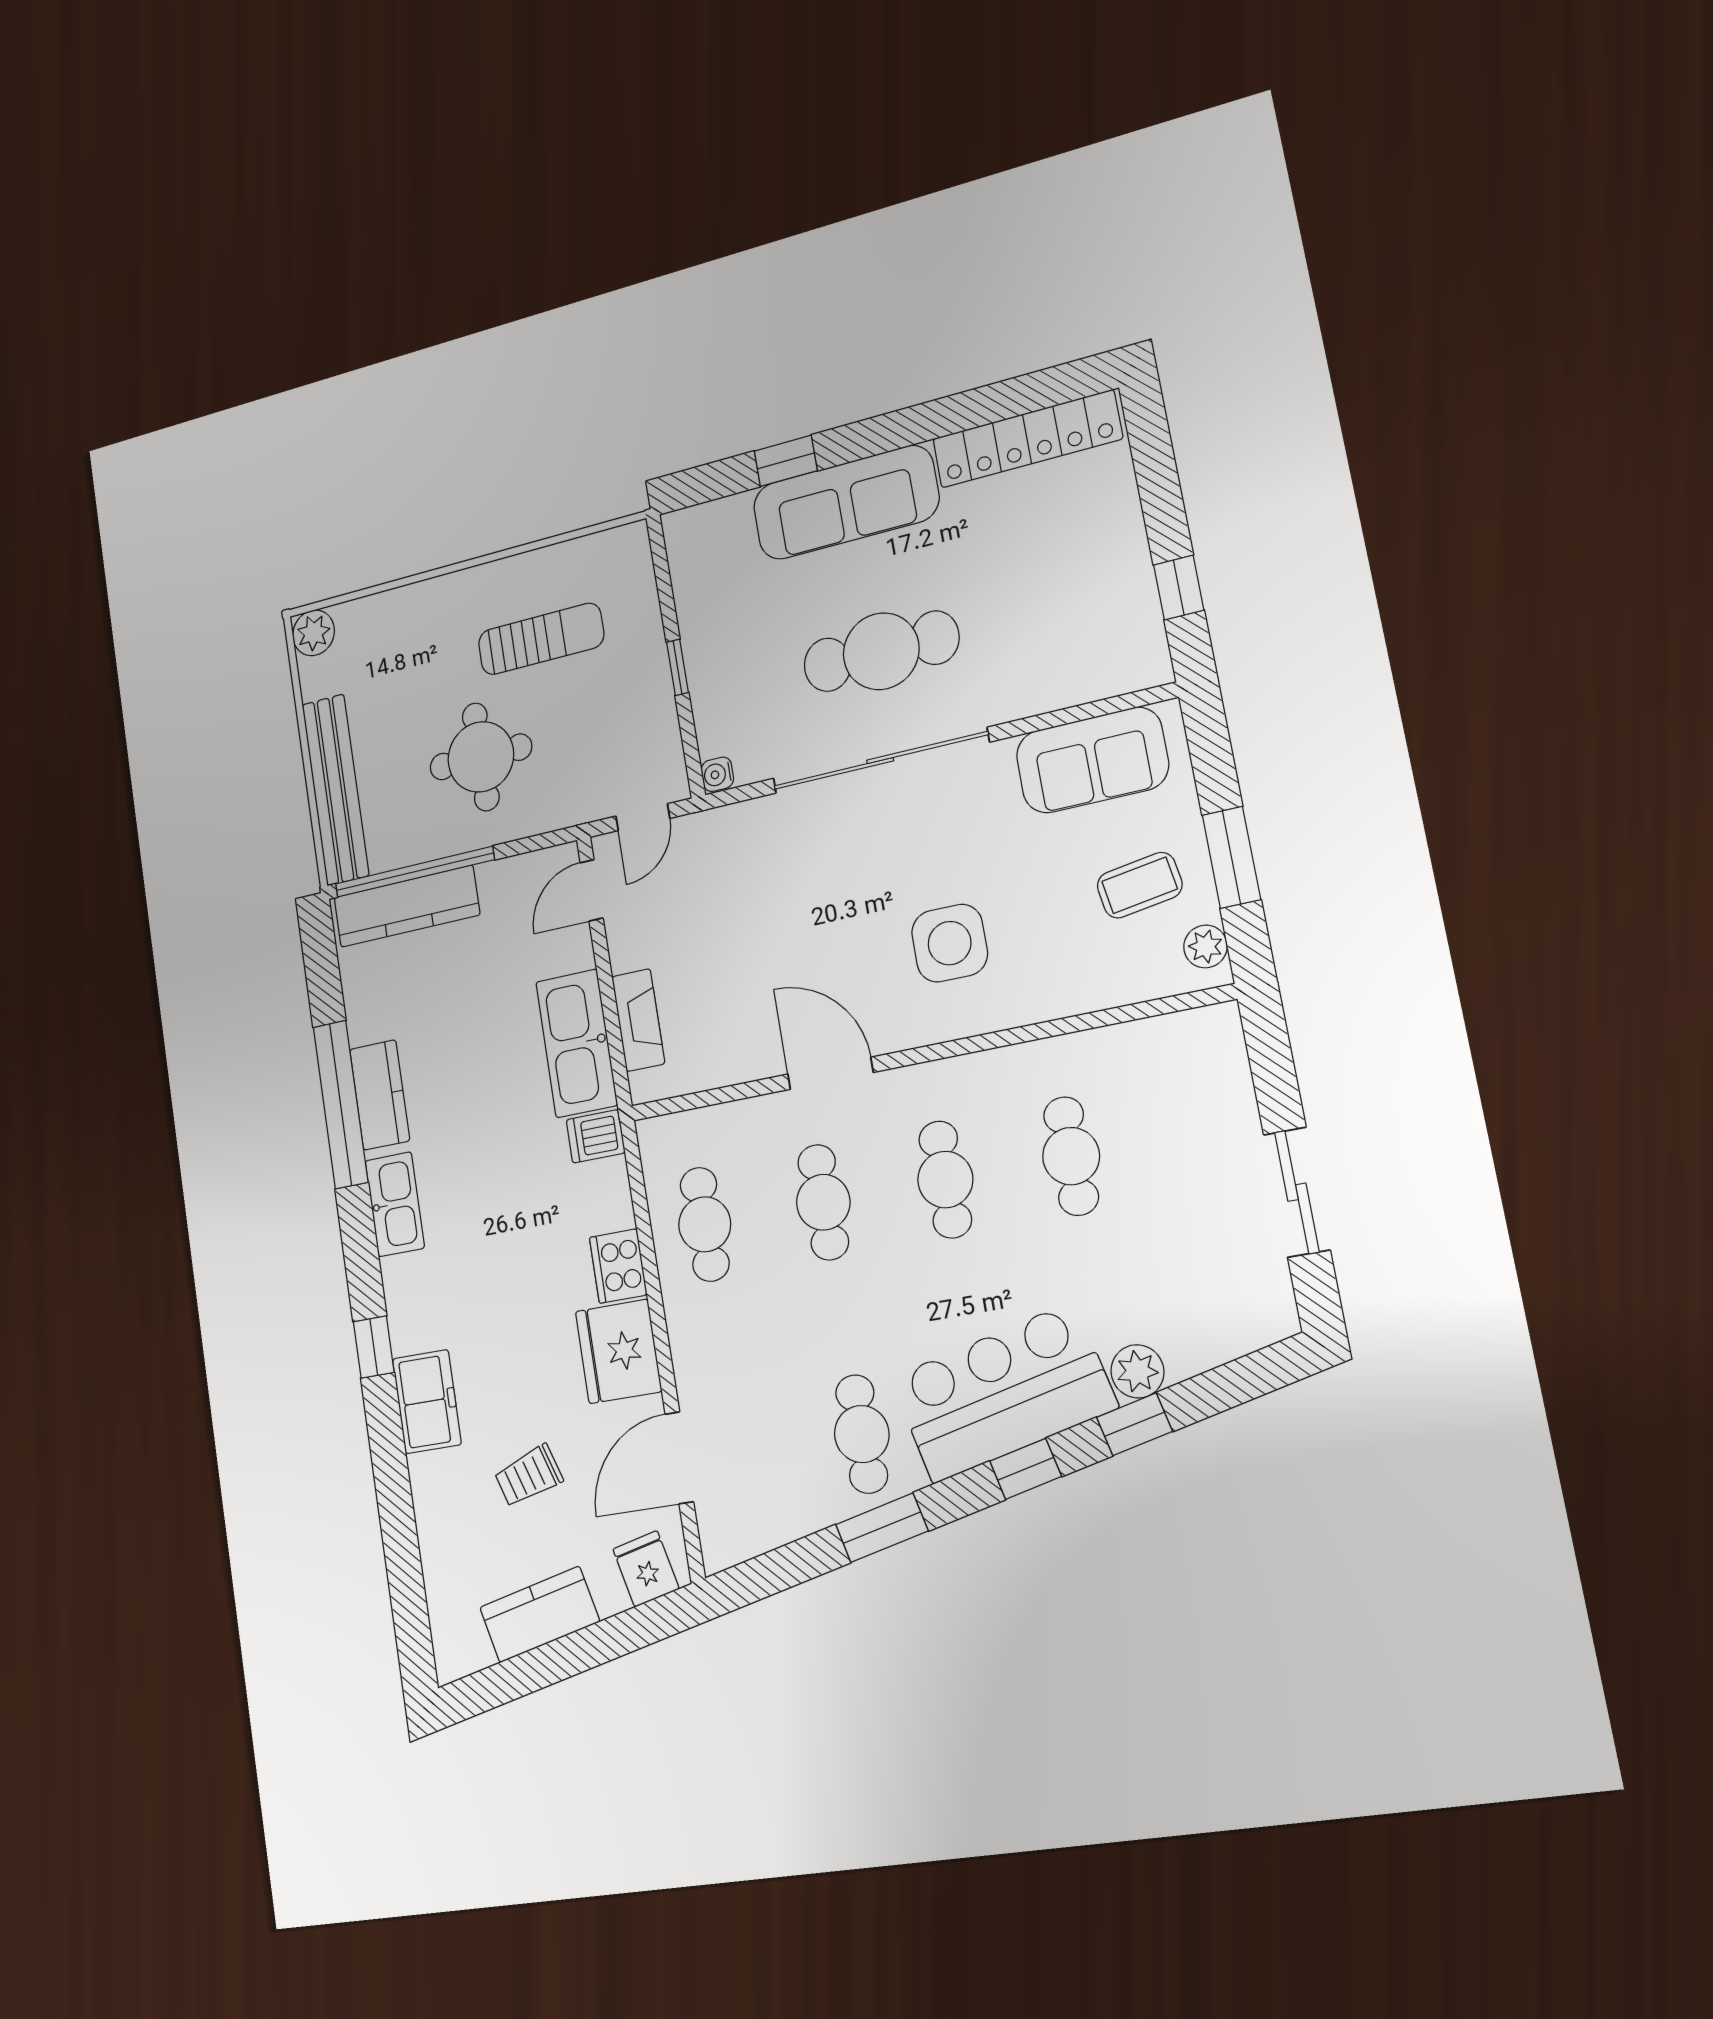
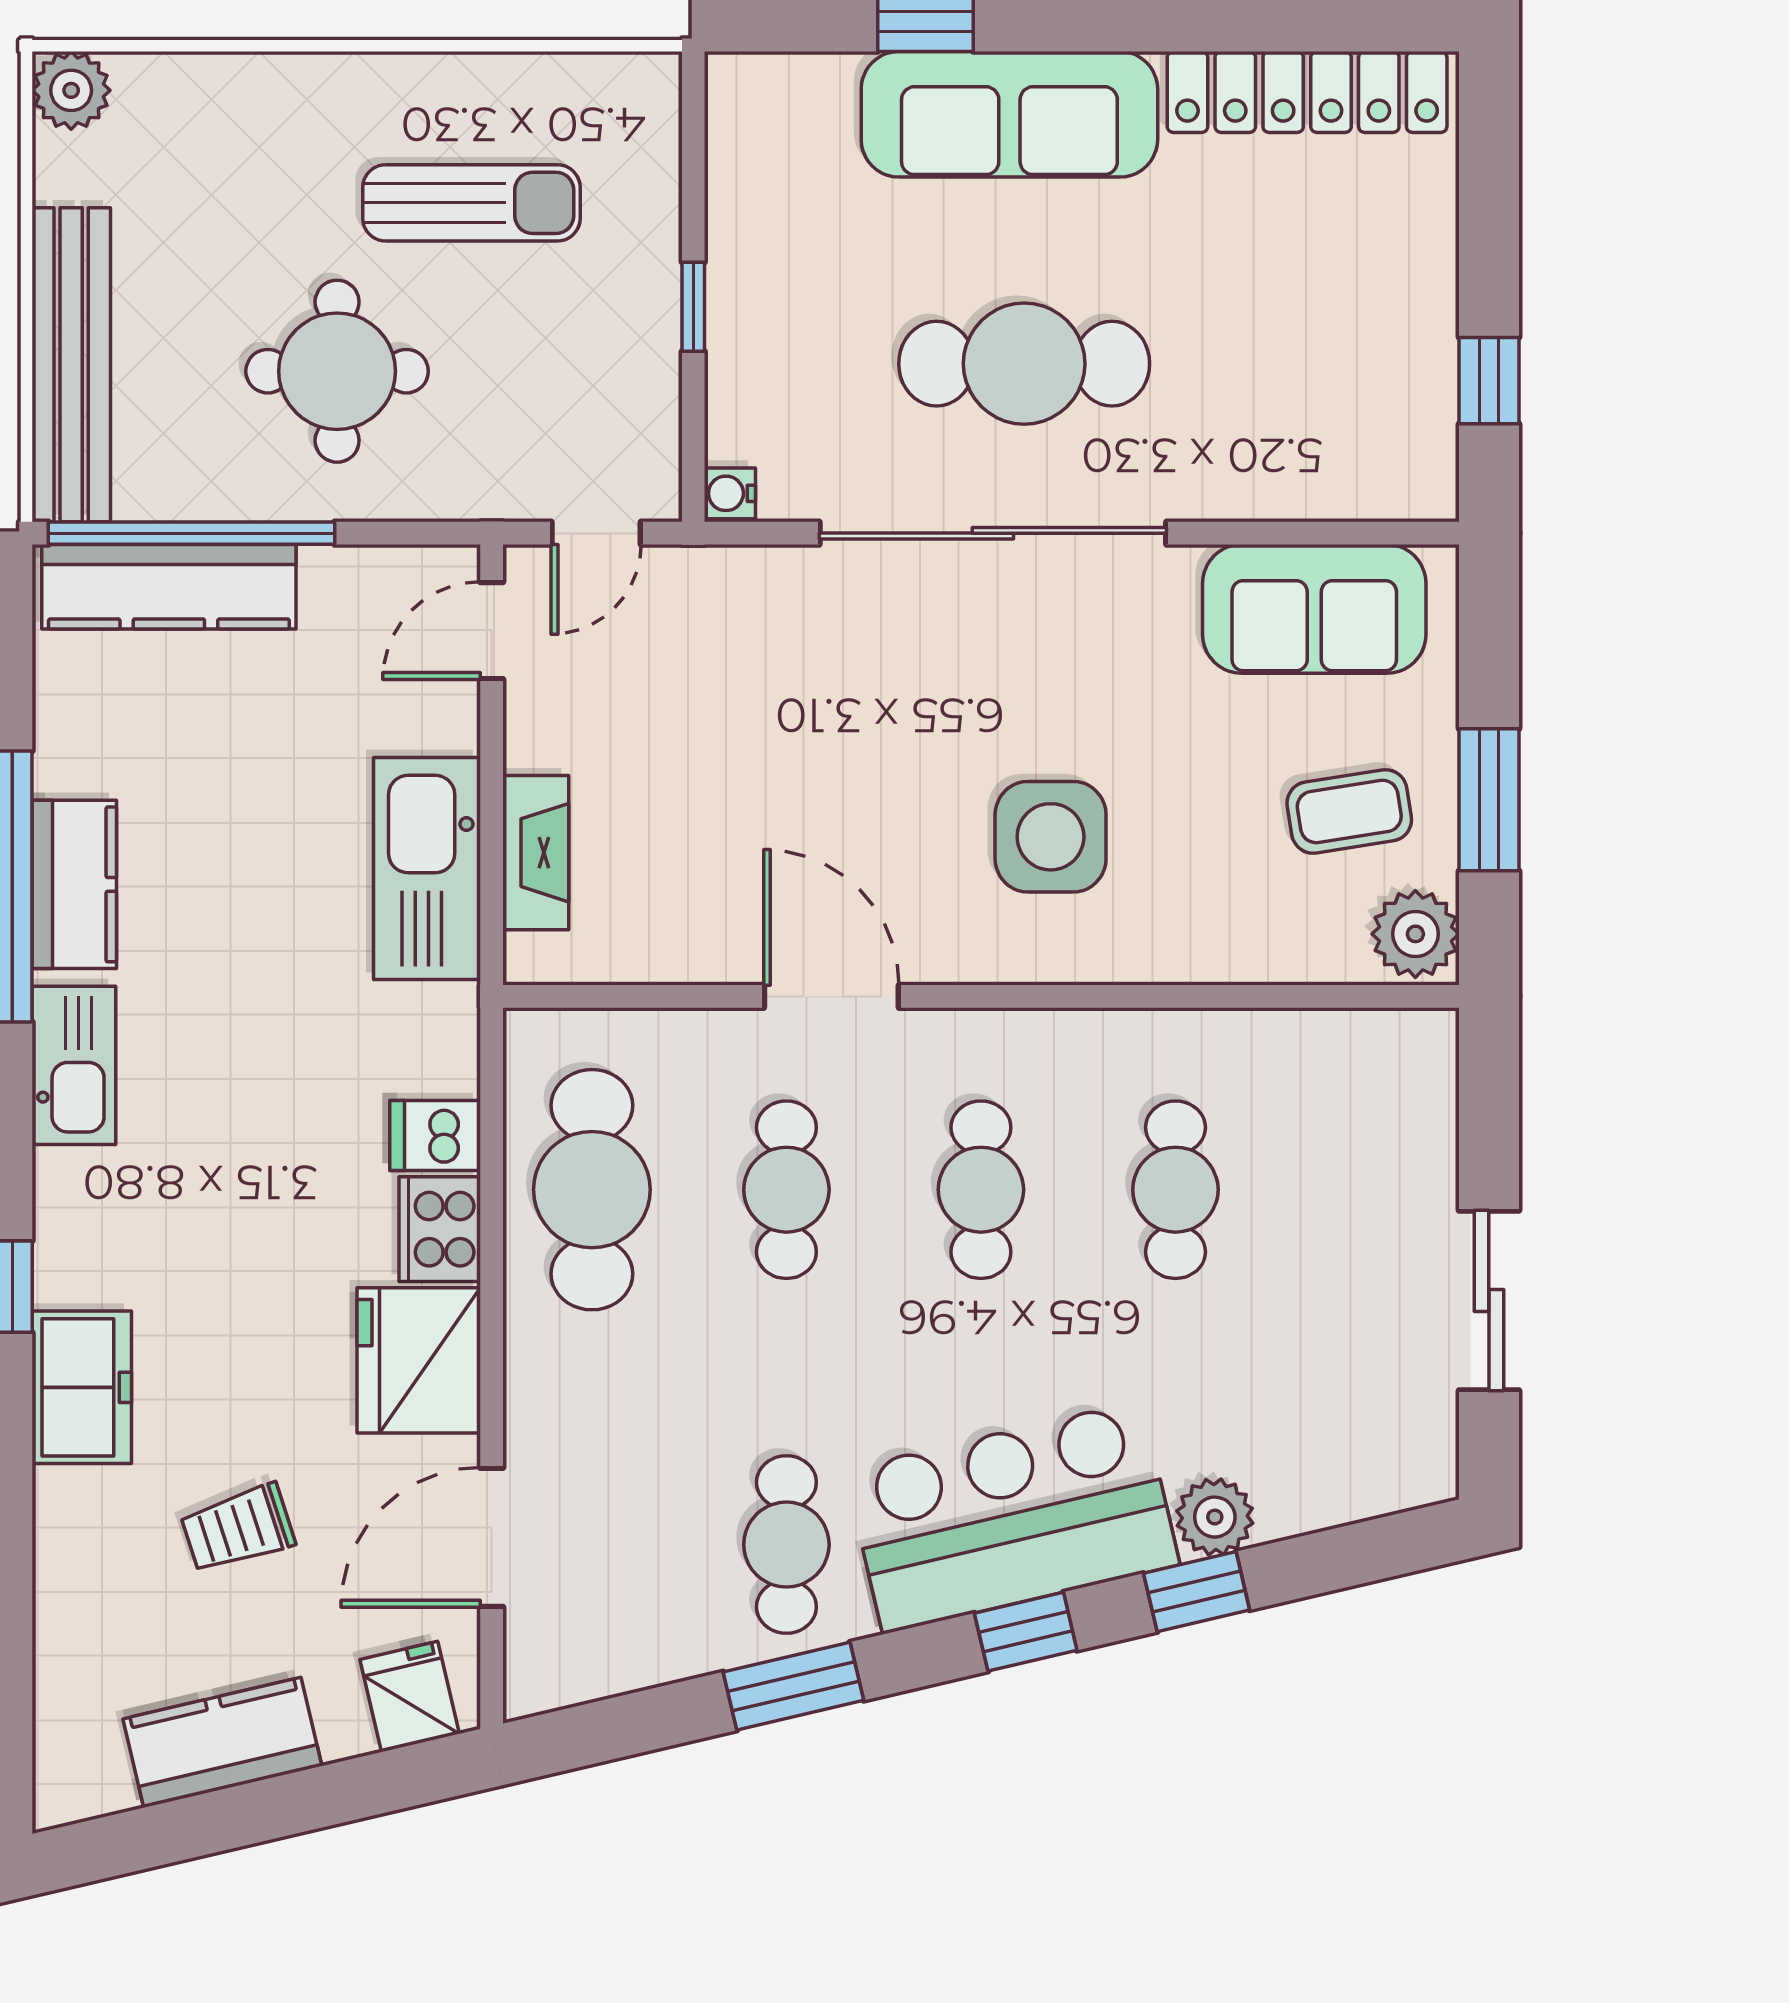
plant: (1205, 946) -> (1415, 934), width x1.38, depth x1.38
dishwasher: (596, 1136) -> (435, 1136), moved
cafe table: (705, 1224) -> (592, 1190), width x1.37, depth x1.35

